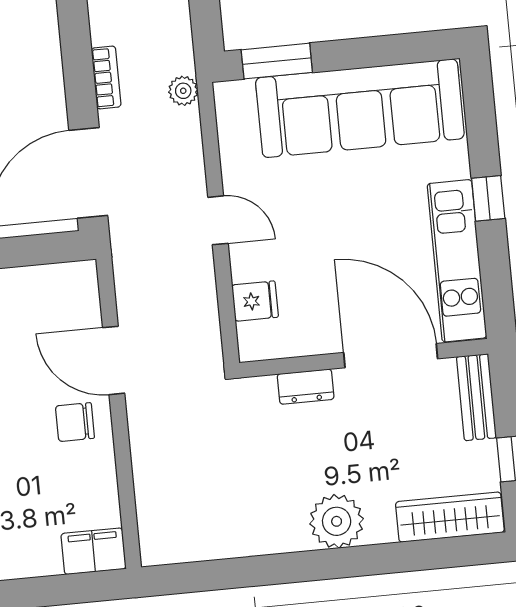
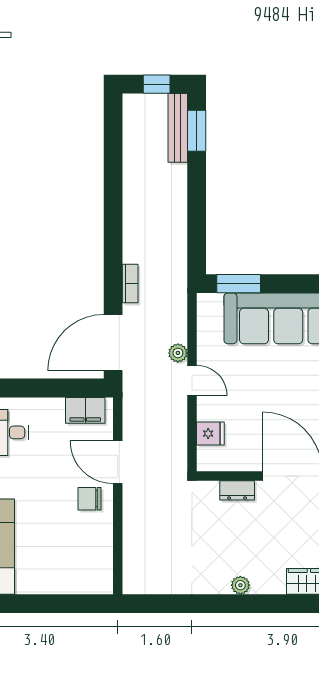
plant: (183, 91) -> (178, 353), moved
plant: (337, 521) -> (240, 585), width x0.53, depth x0.53
filing cabinet: (93, 551) -> (85, 410), moved, turned 180

